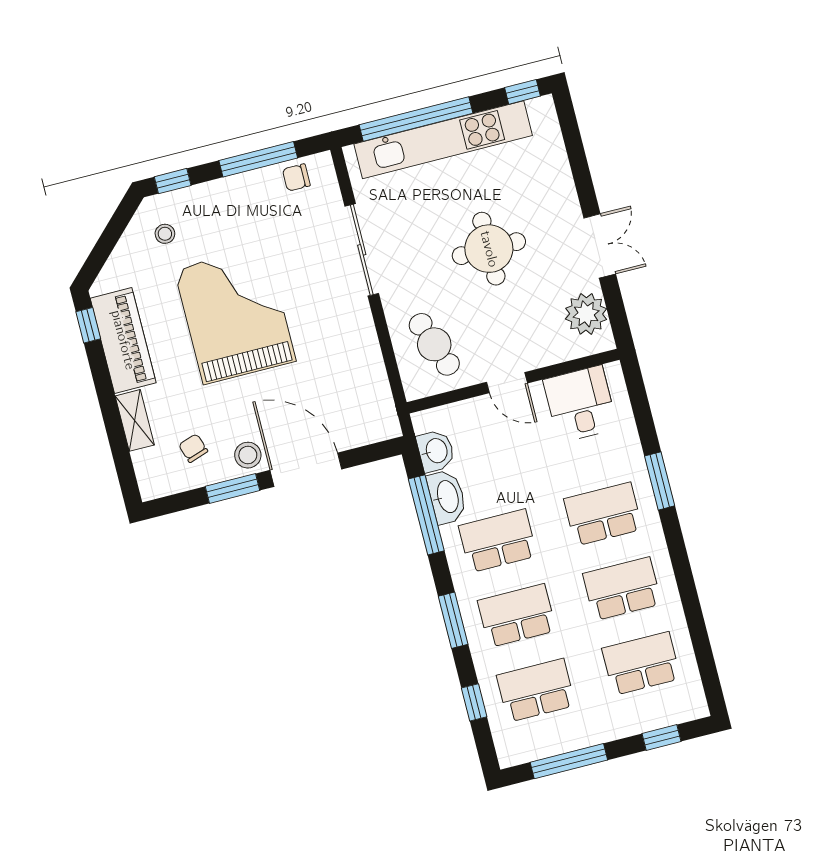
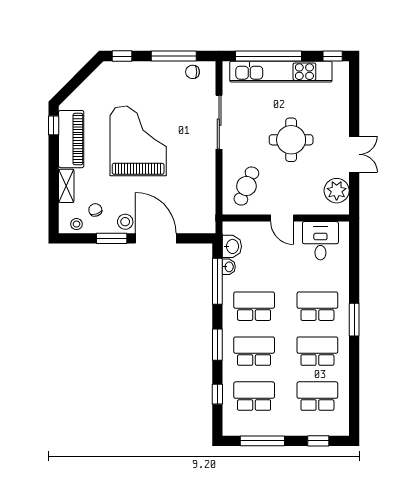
stool: (165, 234) -> (76, 224), moved
cafe table: (434, 344) -> (246, 186), turned 43
window: (660, 481) -> (354, 320), moved
washbasin: (447, 497) -> (229, 267), width x0.52, depth x0.69

